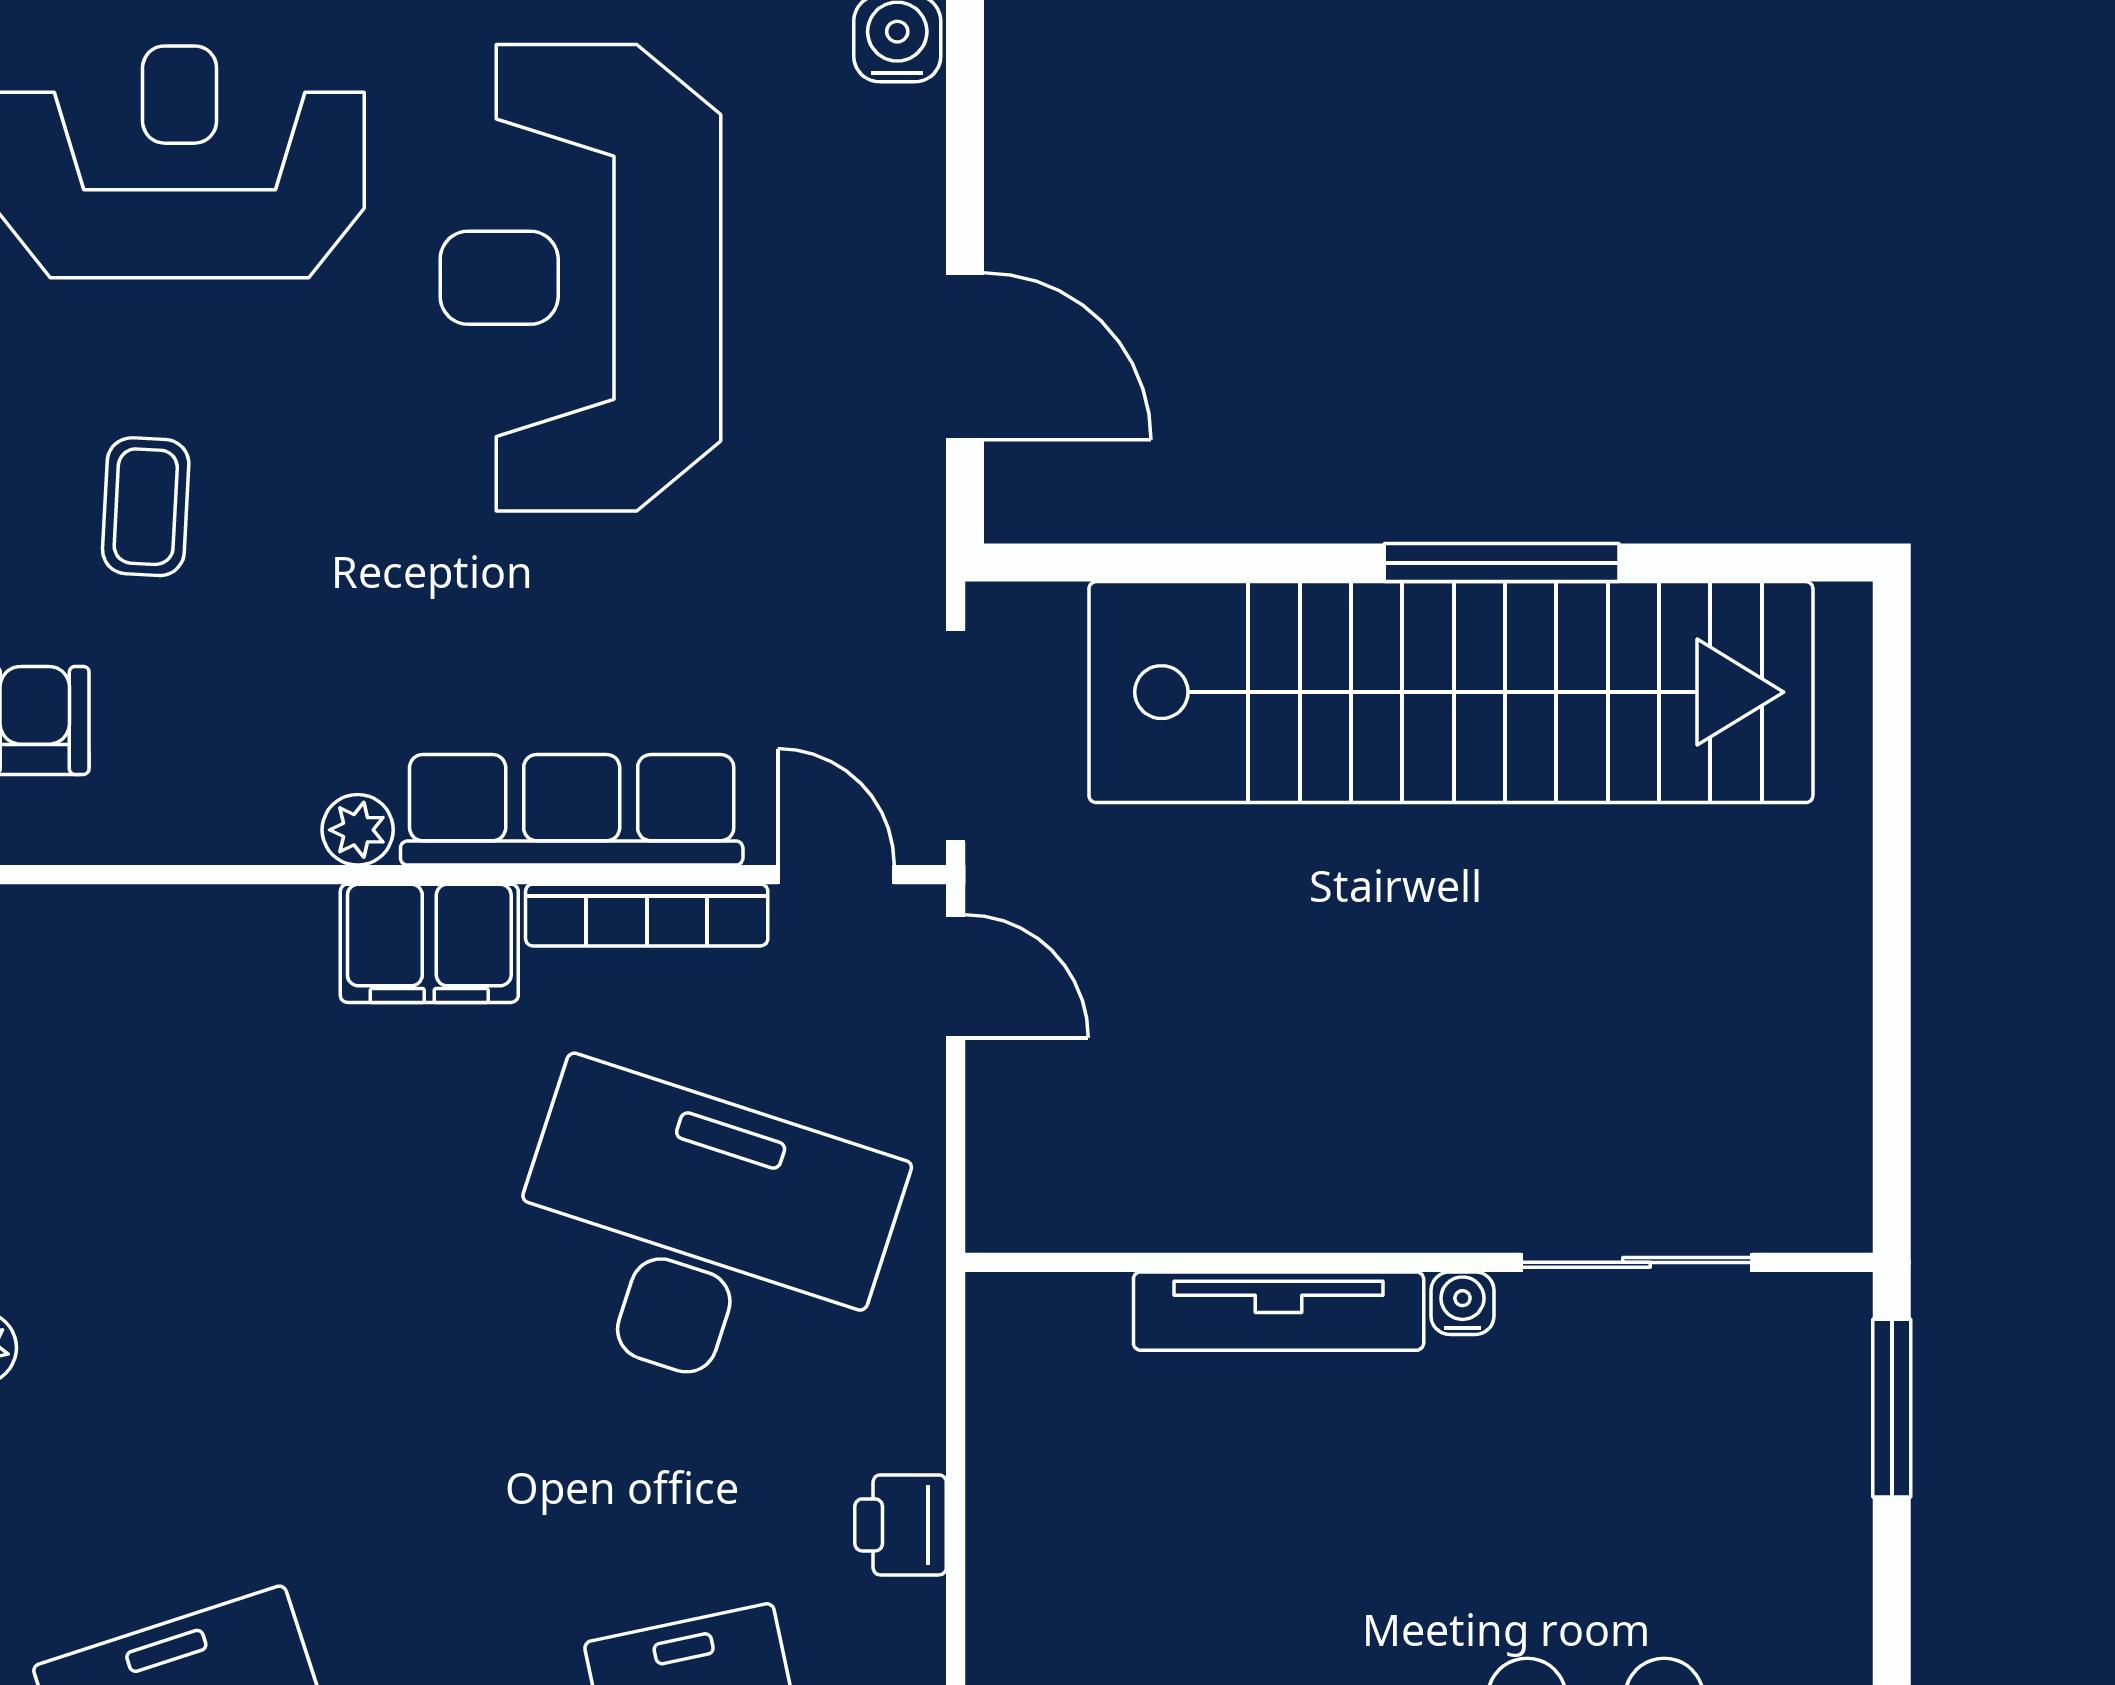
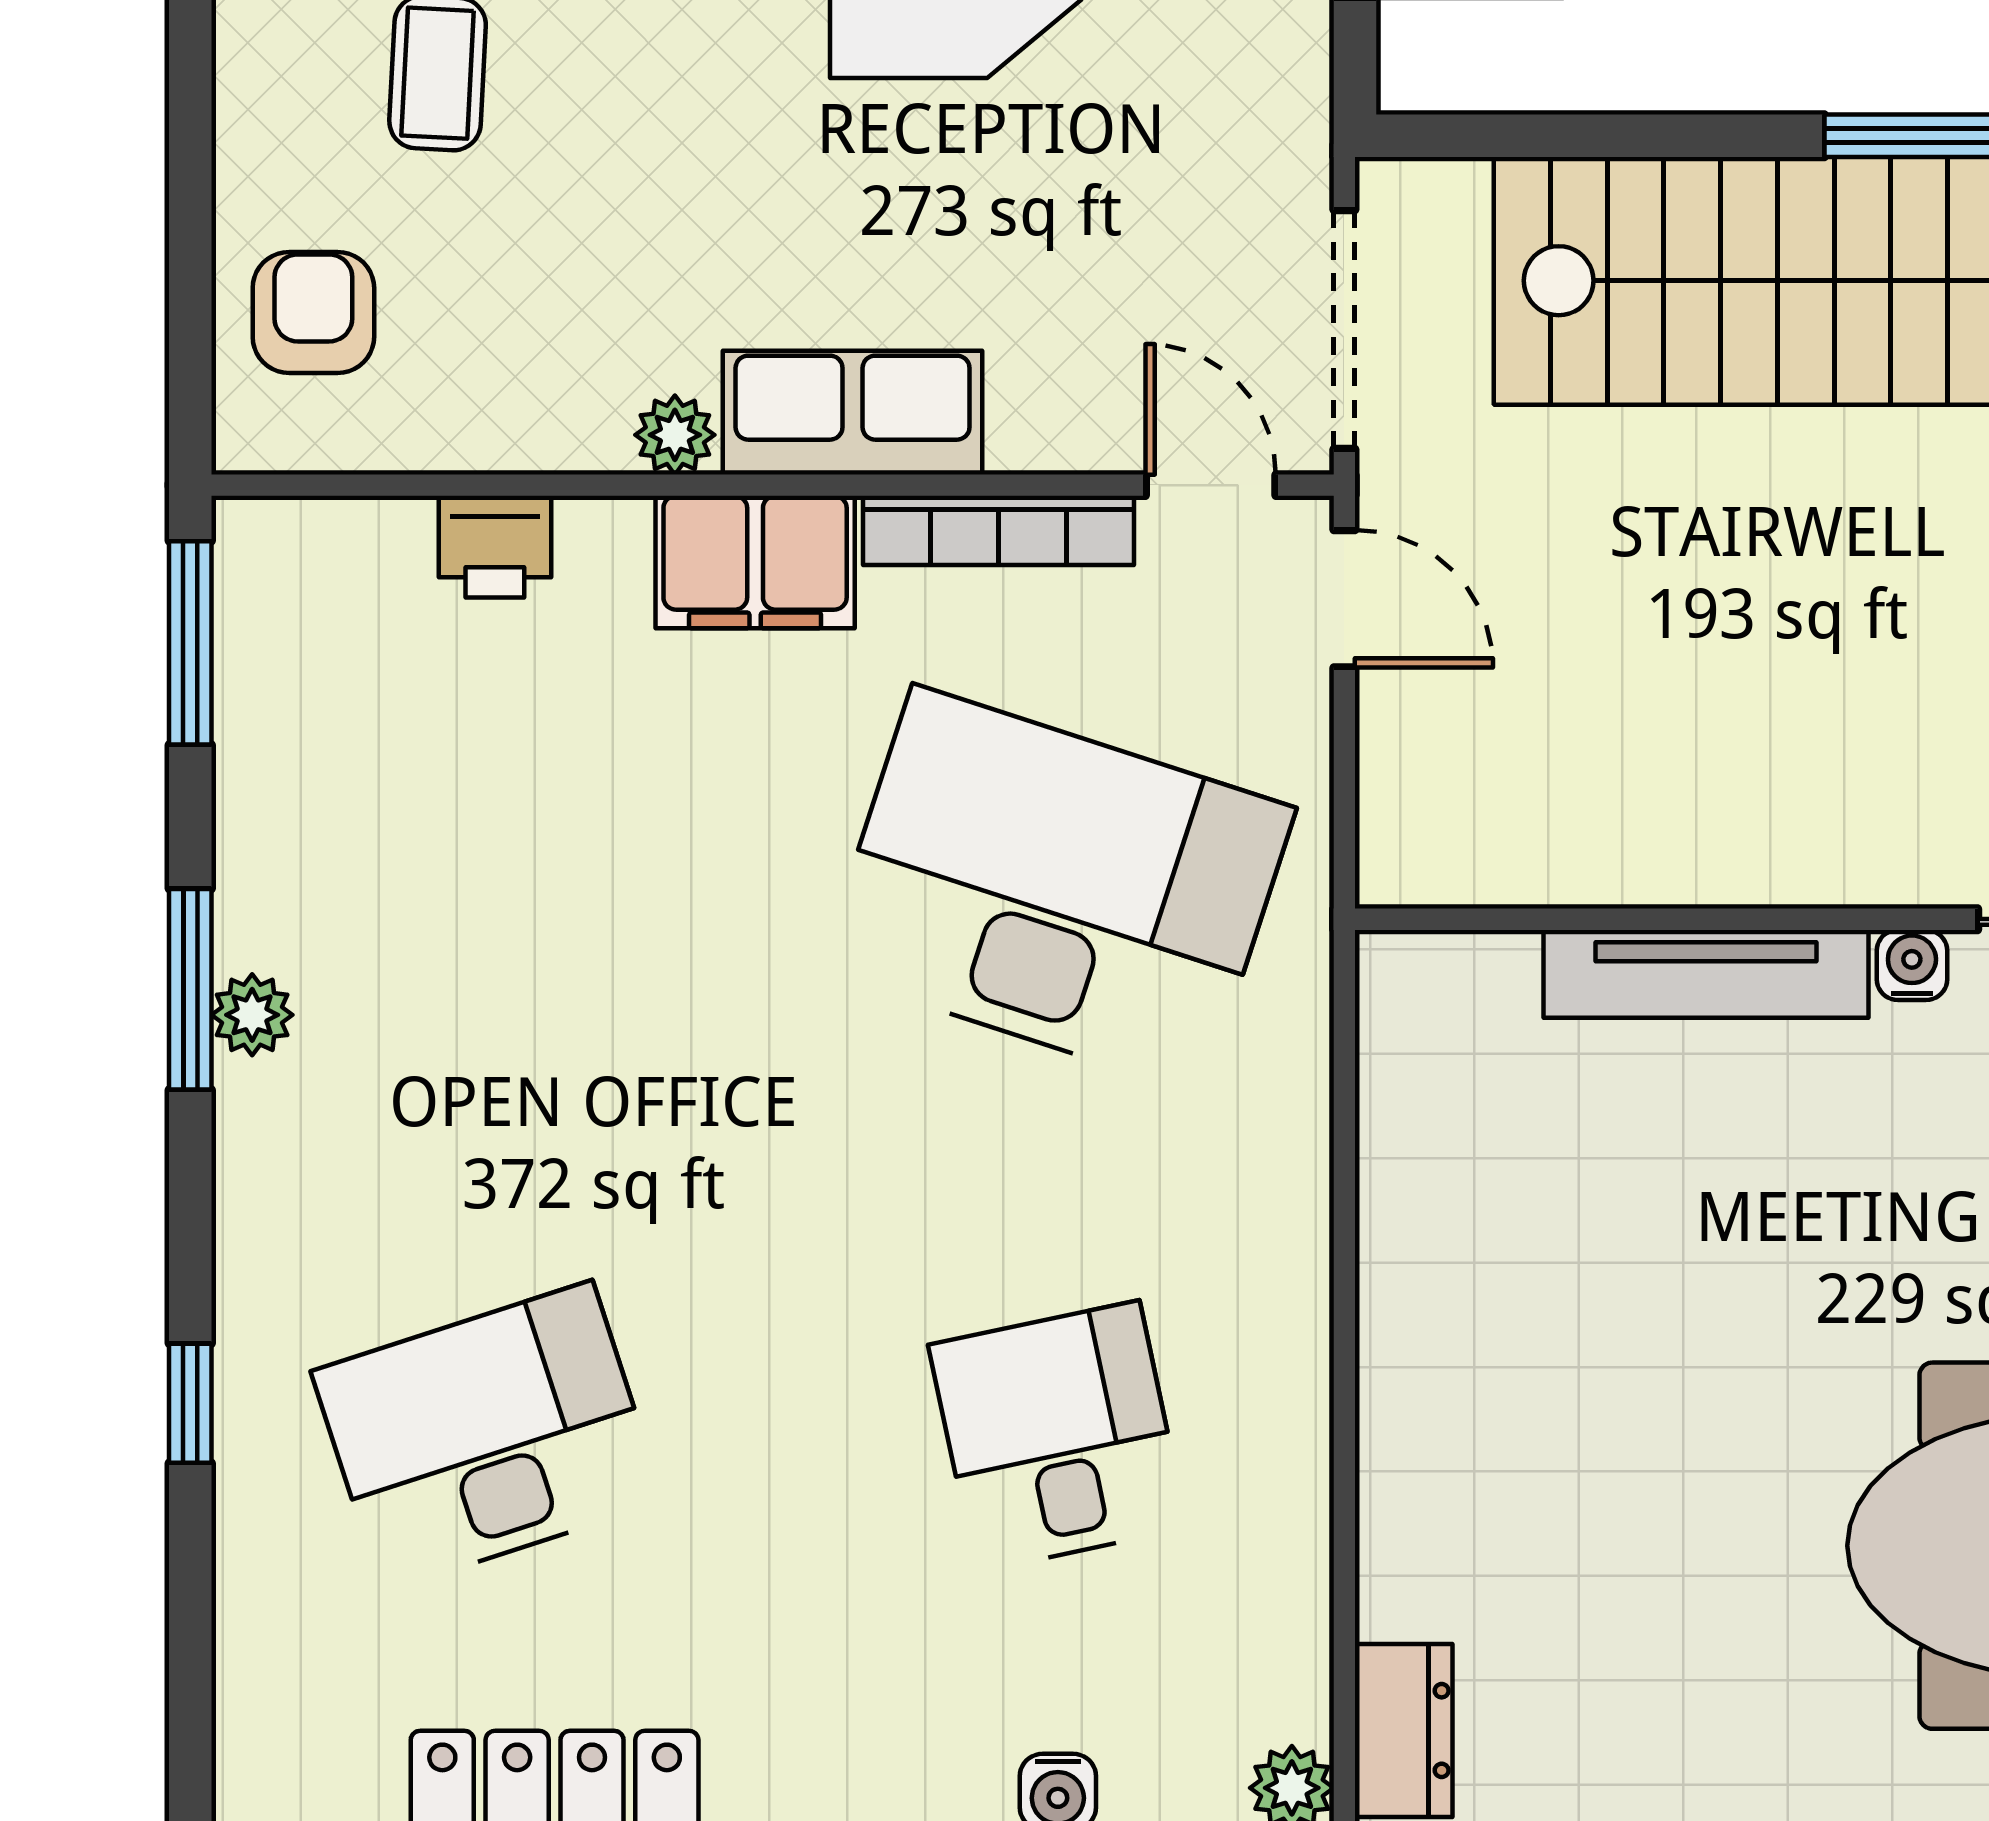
row of seats: (572, 810) -> (853, 413), width x0.68
printer: (901, 1525) -> (495, 547), moved, turned -90

